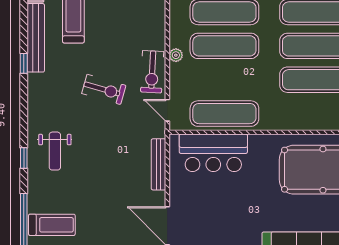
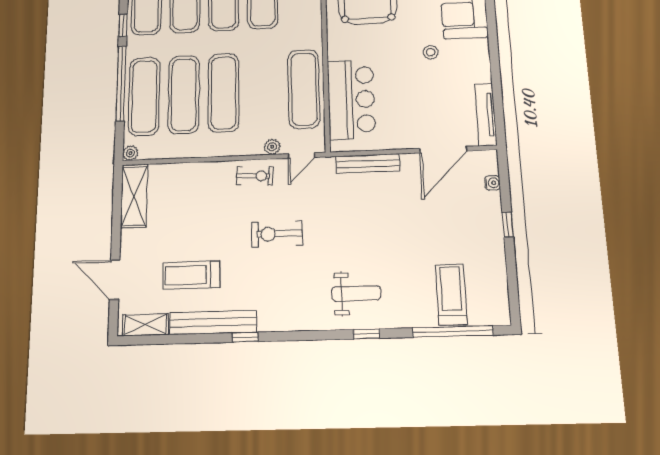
plant: (176, 55) -> (272, 147), moved
exercise bike: (152, 72) -> (255, 176), width x0.73, depth x0.72
exercise bike: (104, 89) -> (277, 234), turned -106
stool: (251, 221) -> (431, 52), added

